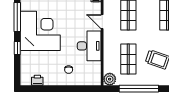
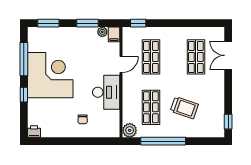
door: (102, 22) -> (121, 64), swing flipped
printer: (37, 80) -> (34, 132), moved

